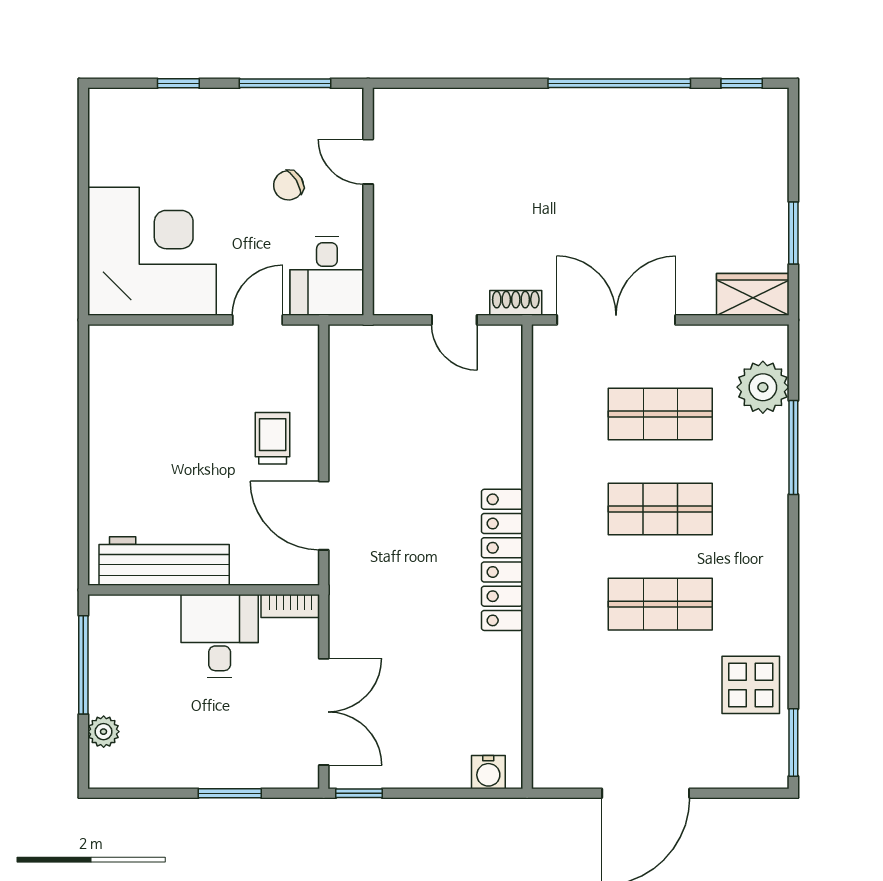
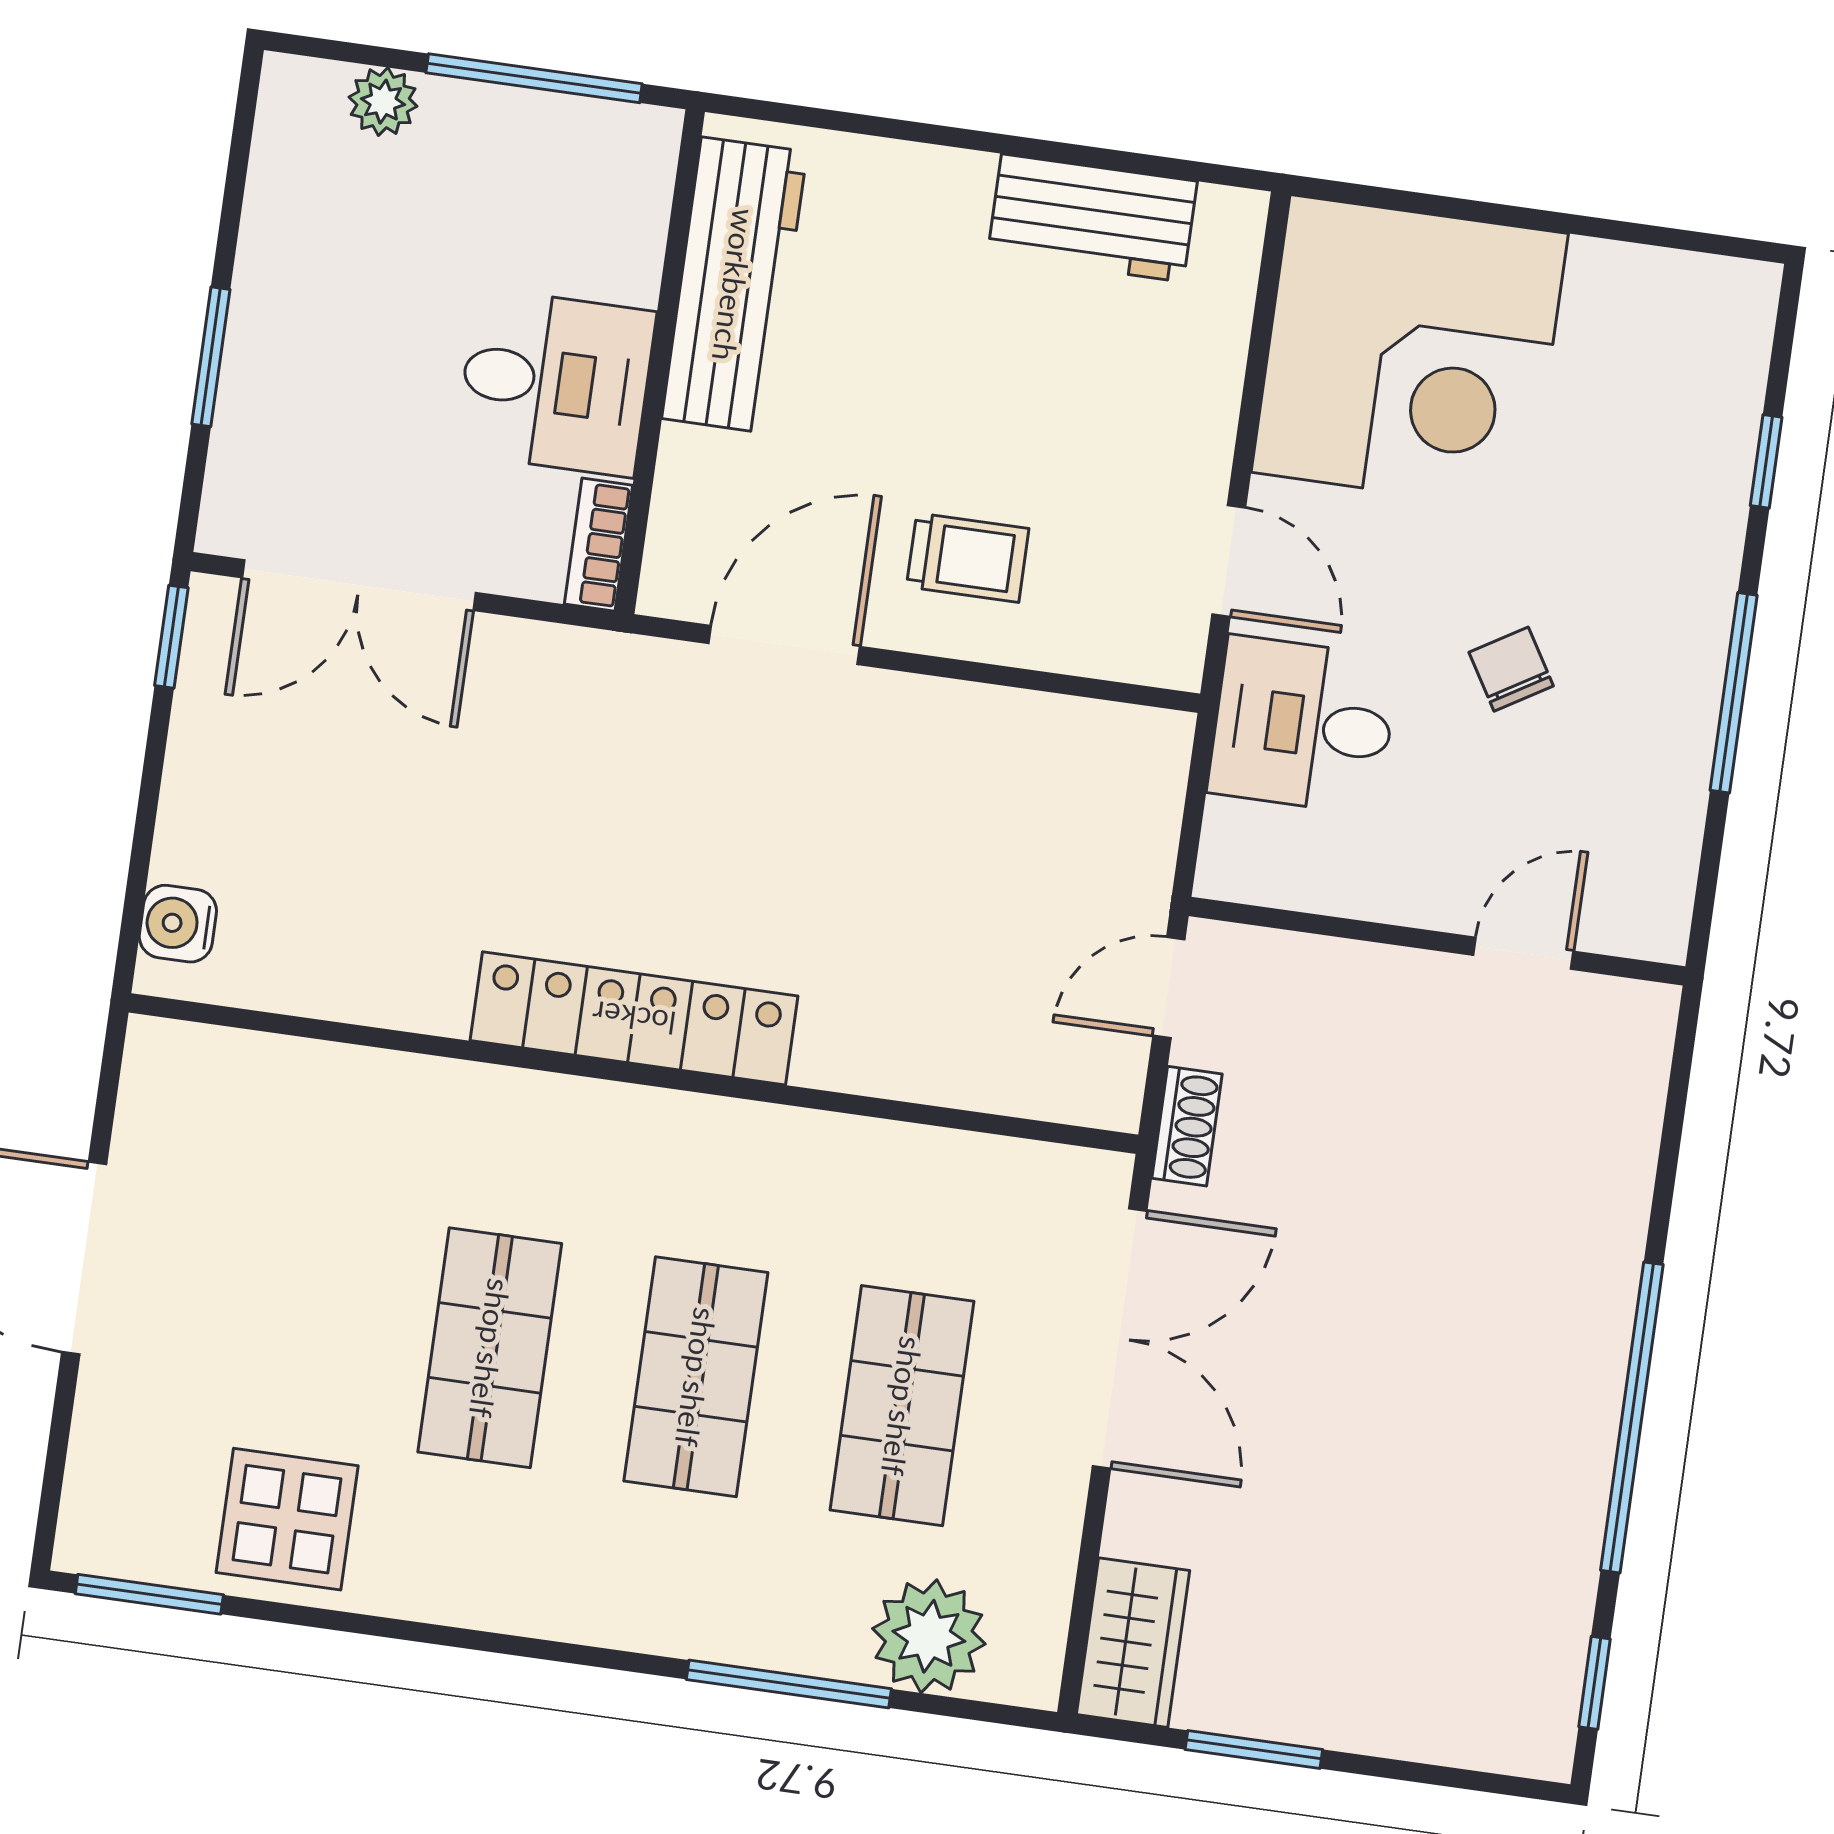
door: (368, 162) -> (1523, 953), moved
wall: (368, 202) -> (1437, 941), moved
workbench: (111, 403) -> (1092, 218), added

